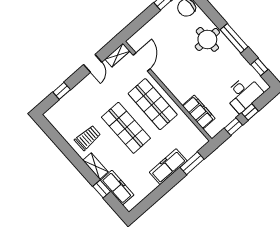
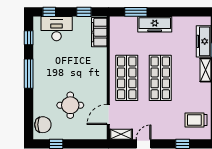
round table: (207, 39) -> (70, 105), moved
filing cabinet: (199, 112) -> (99, 32), moved
window: (250, 112) -> (49, 12), moved
trolley: (88, 138) -> (196, 120), moved

